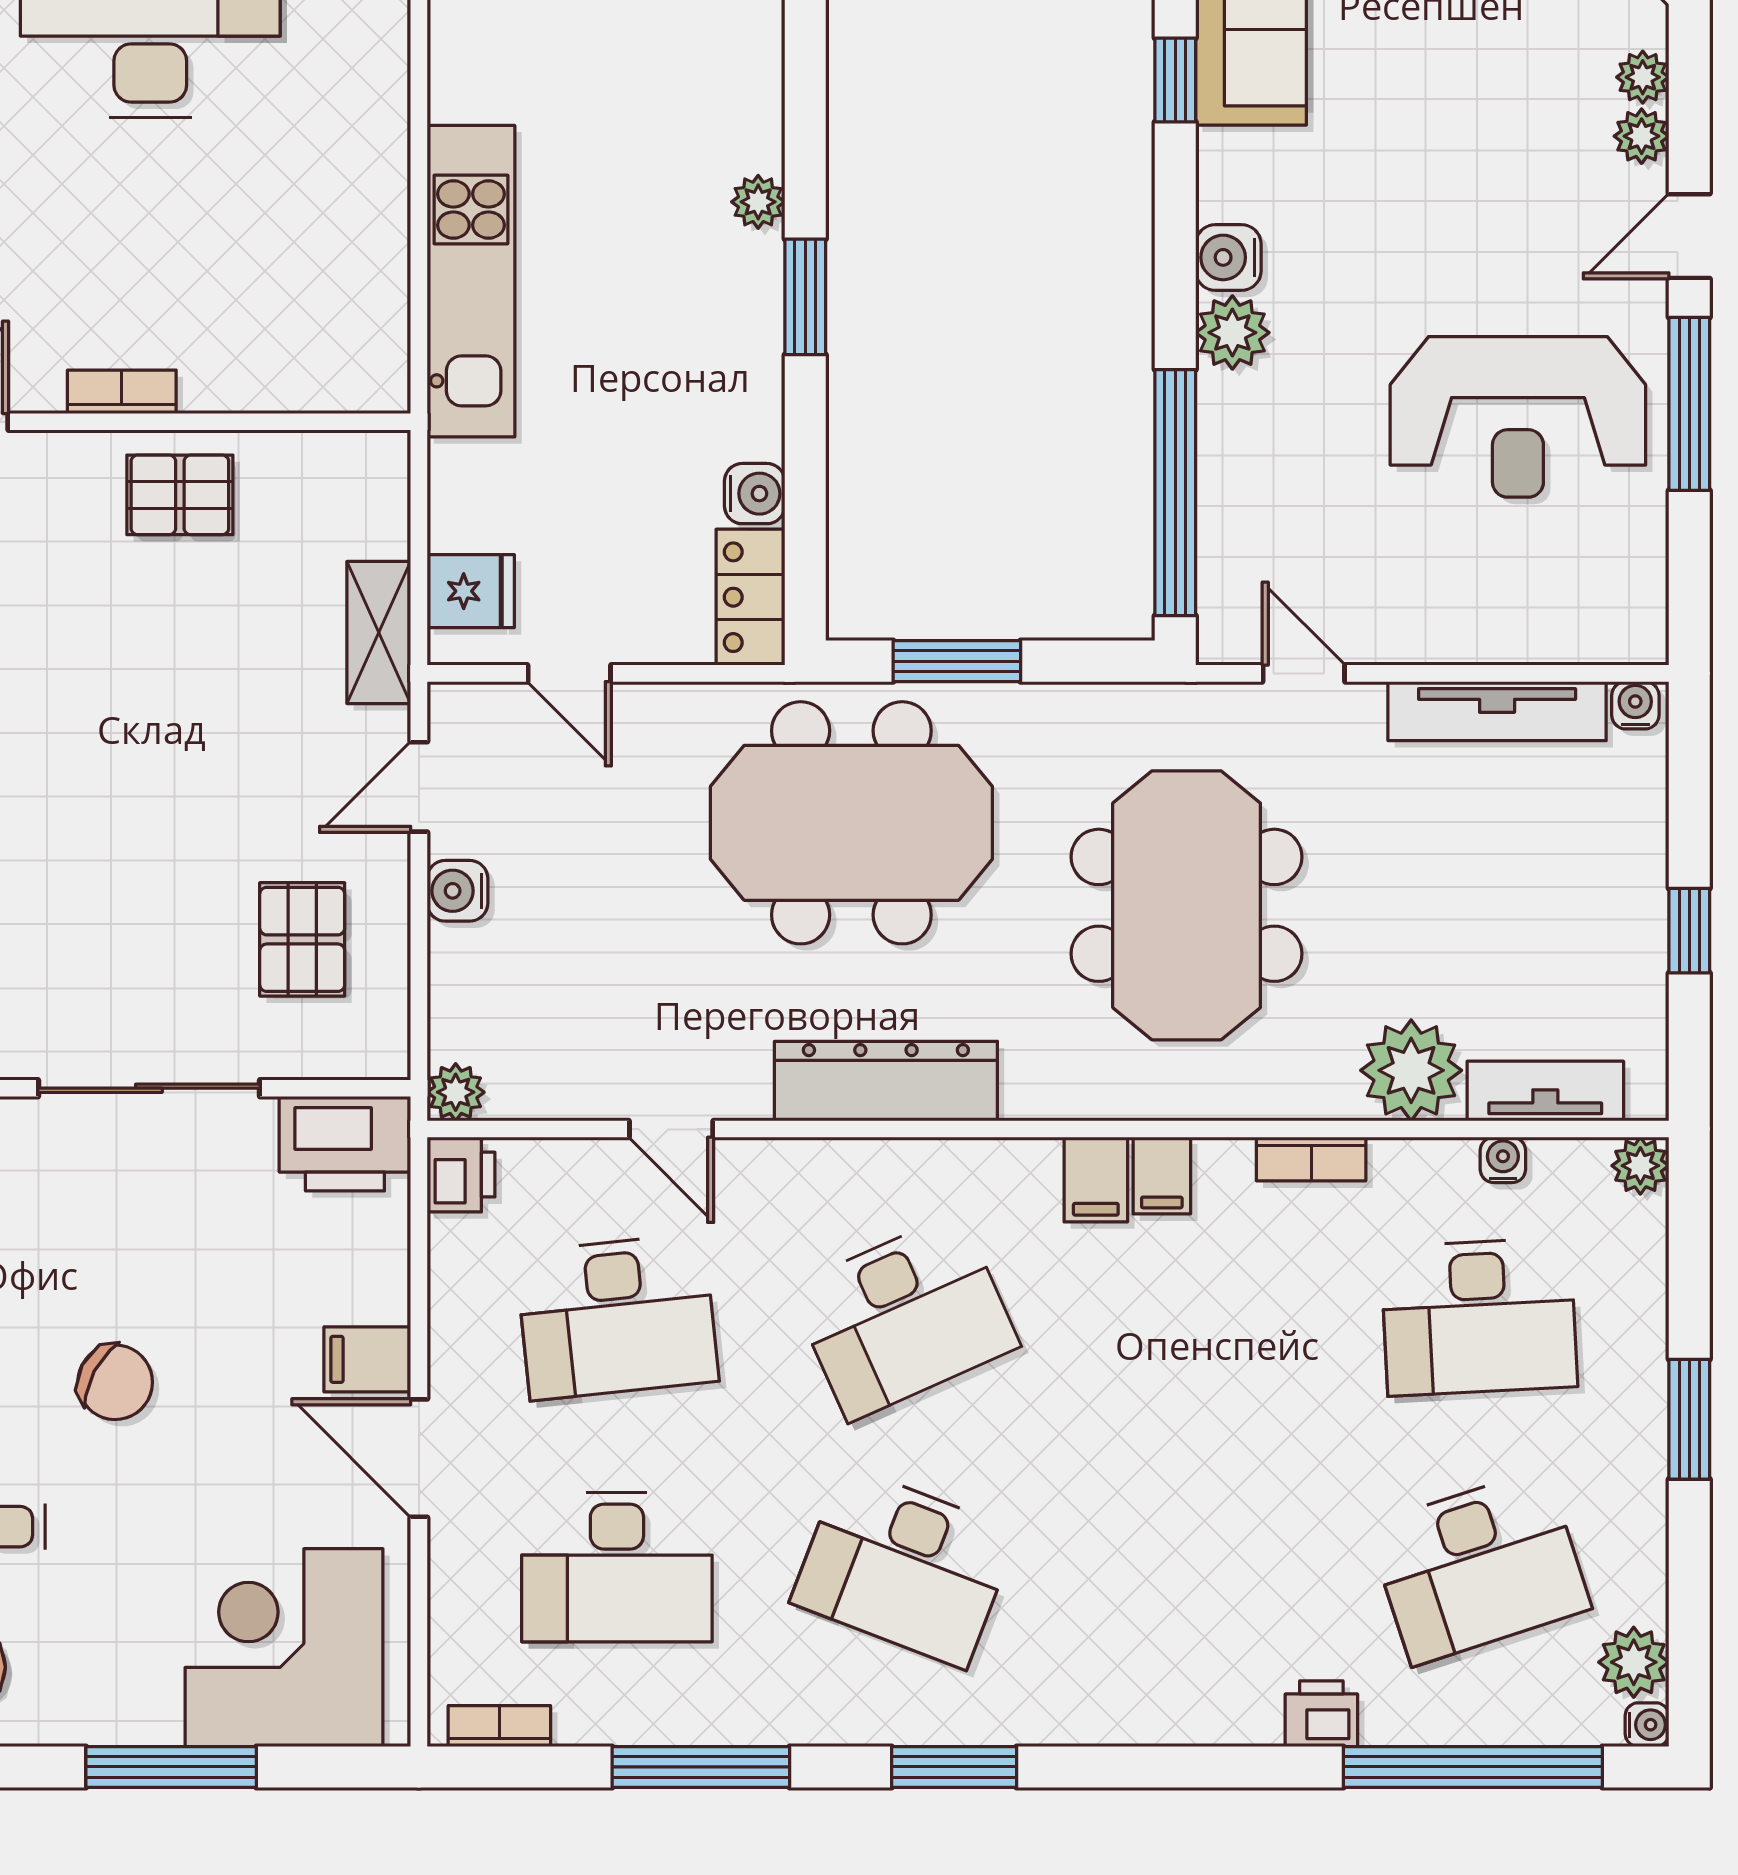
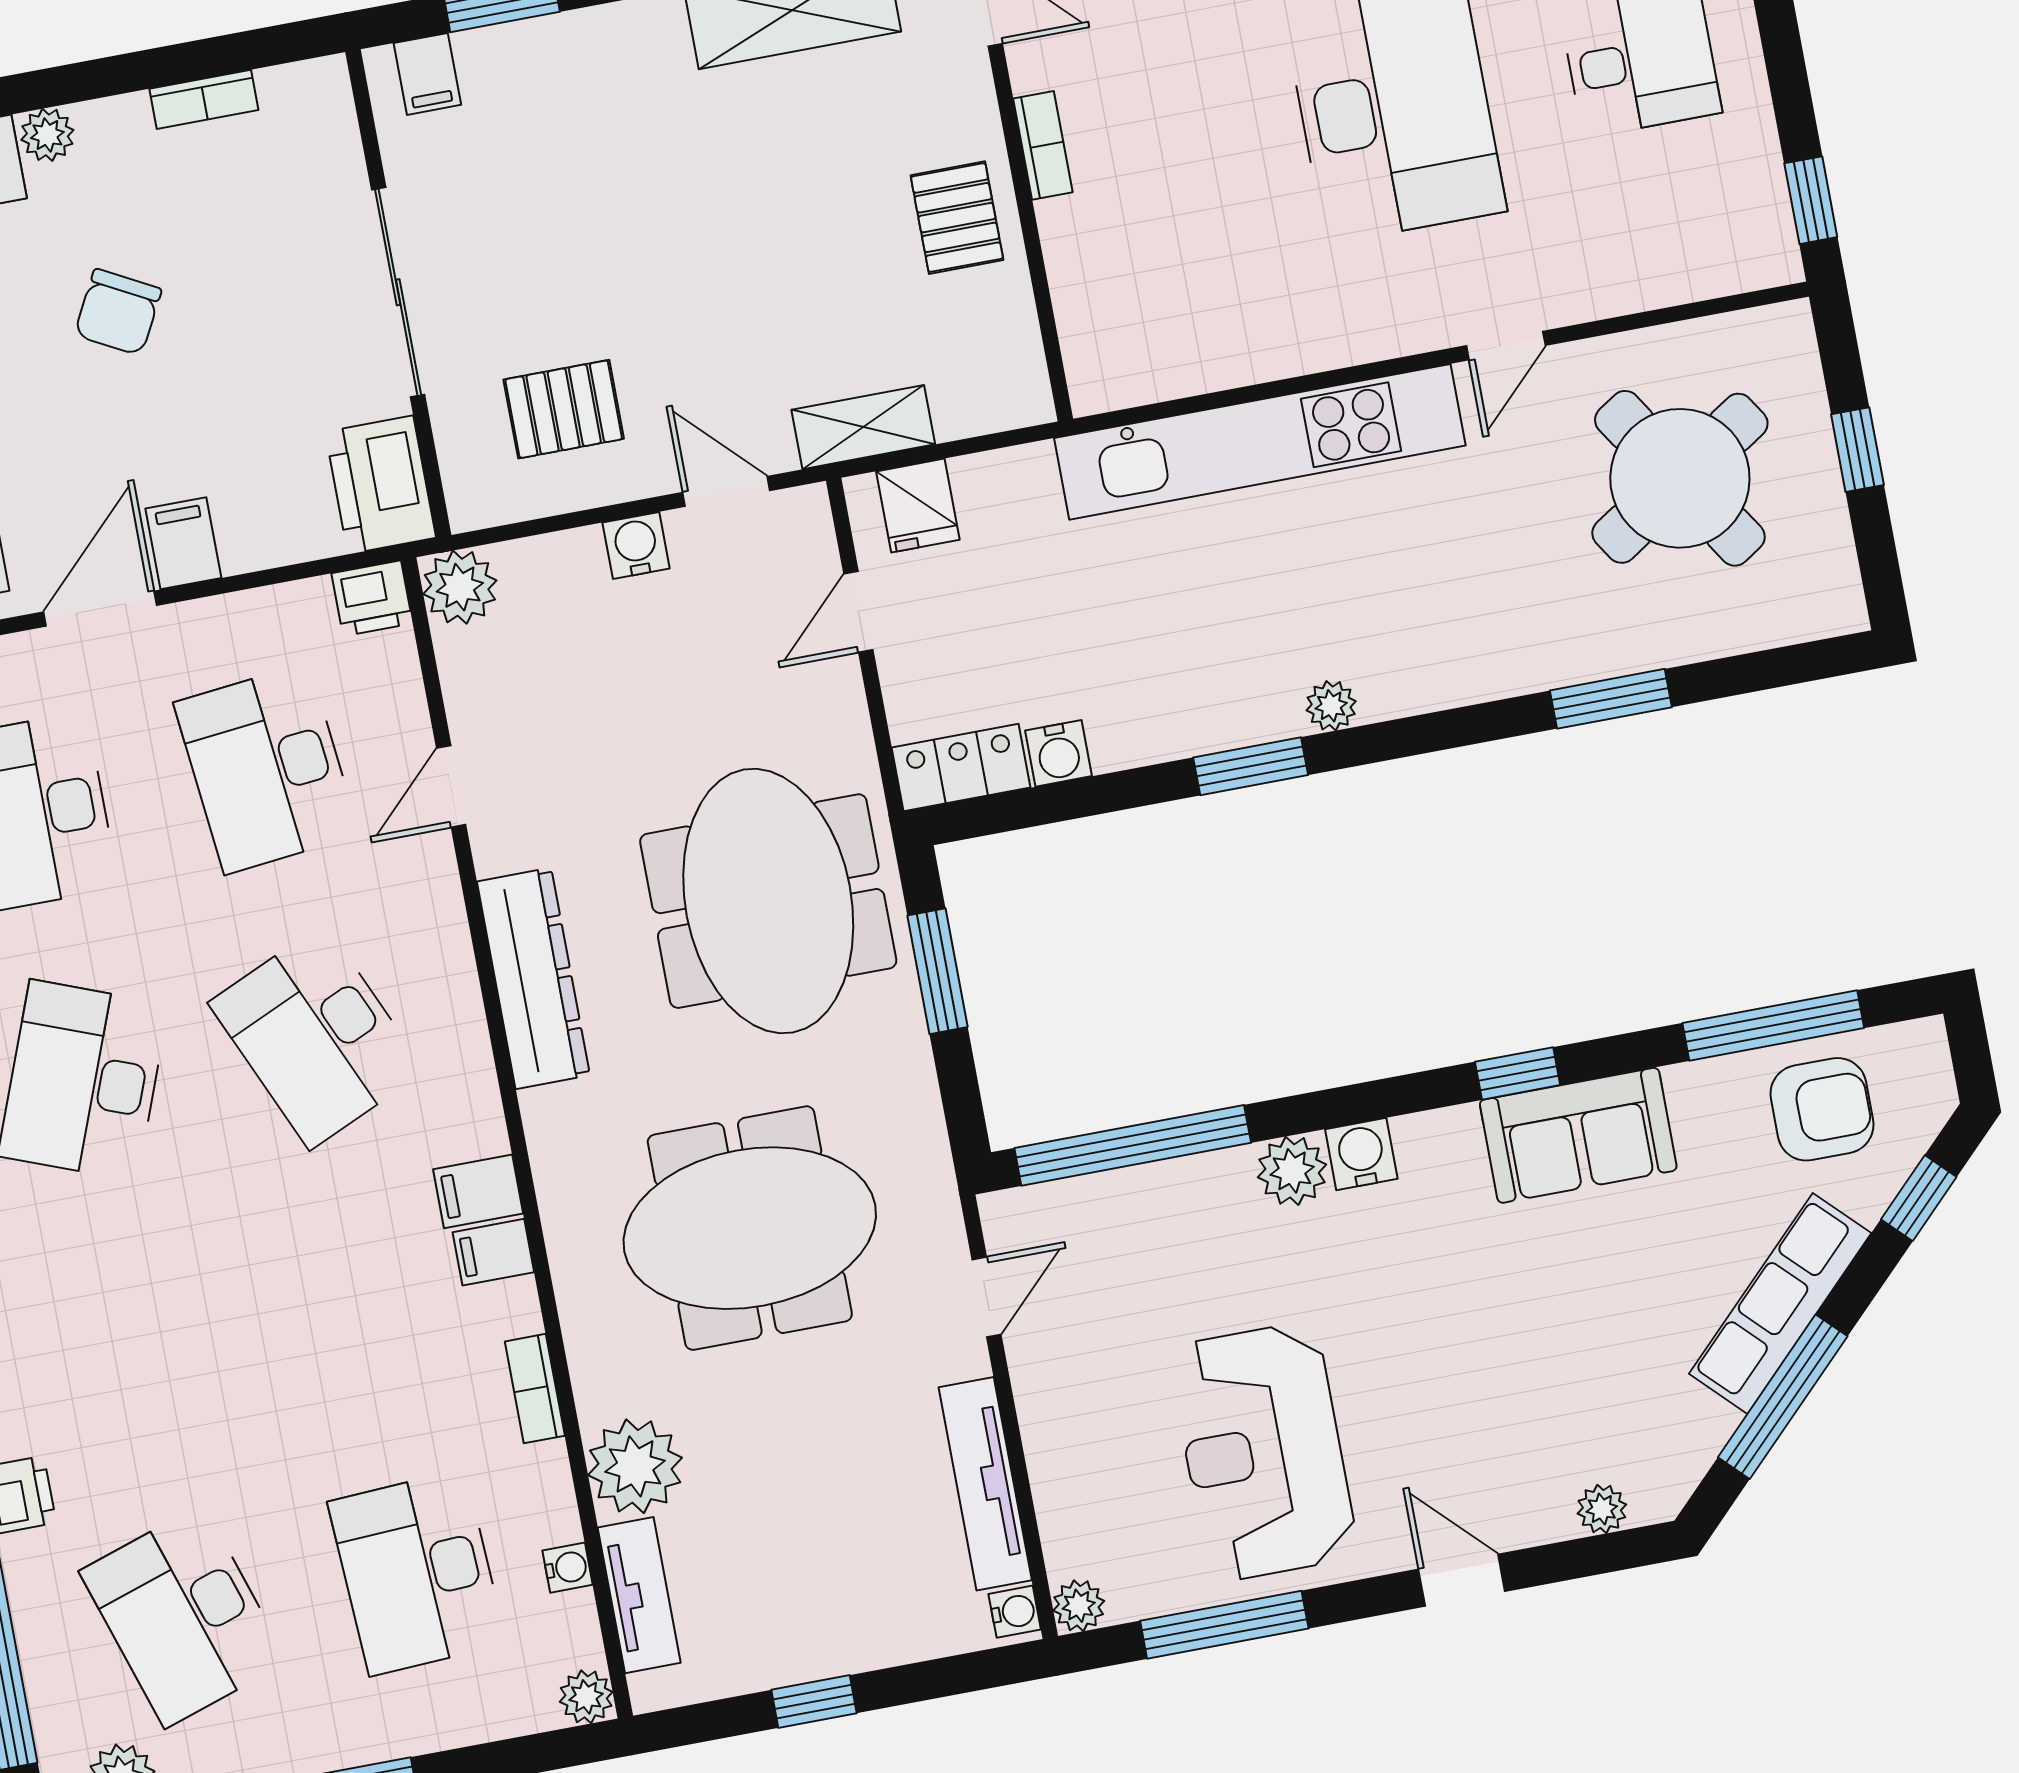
plant: (1642, 136) -> (1079, 1606), moved
kitchen unit: (471, 281) -> (1260, 442), width x1.36
window: (1689, 404) -> (1224, 1625), moved
plant: (456, 1092) -> (460, 587), width x1.38, depth x1.38

